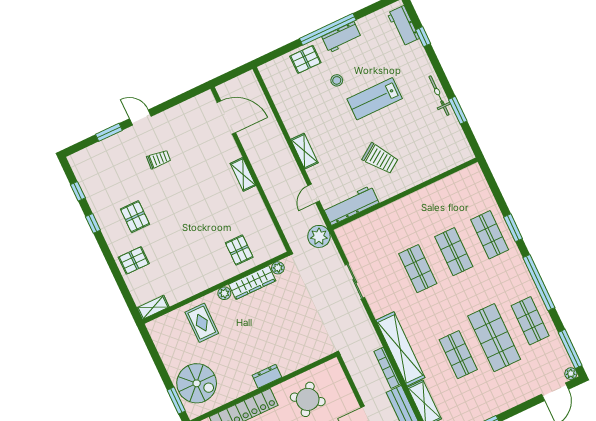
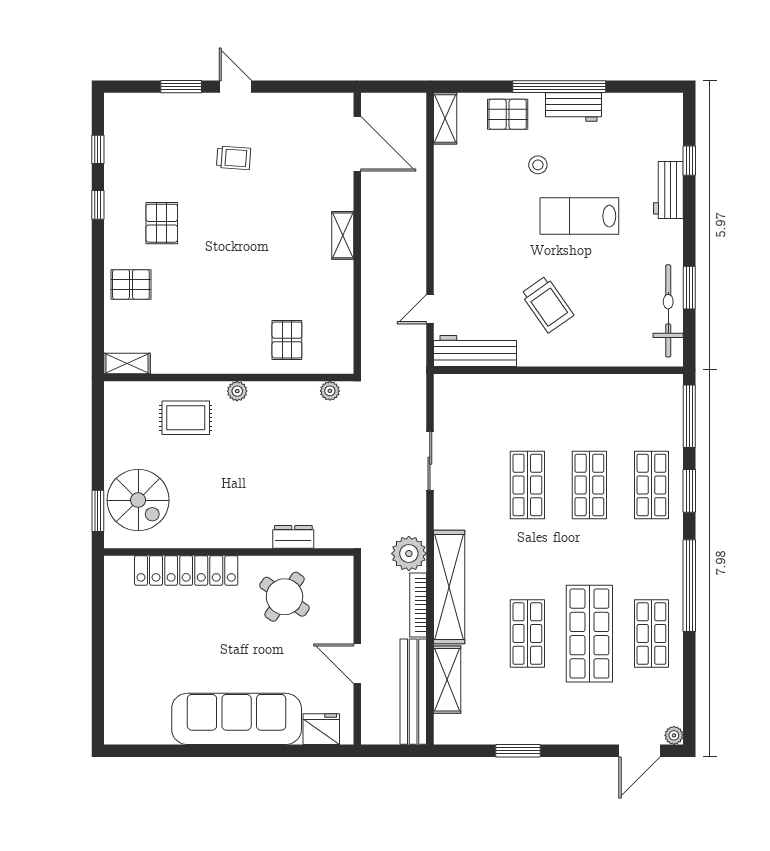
workbench: (403, 26) -> (668, 190), moved
bicycle: (439, 96) -> (668, 311), moved, width x1.37, depth x1.40
shelving: (304, 151) -> (445, 118), moved
plant: (319, 236) -> (409, 554), moved
wardrobe: (252, 283) -> (284, 394), removed
rug: (202, 323) -> (186, 418), turned 90
window: (570, 349) -> (689, 416), moved
dresser: (267, 376) -> (293, 537), moved

